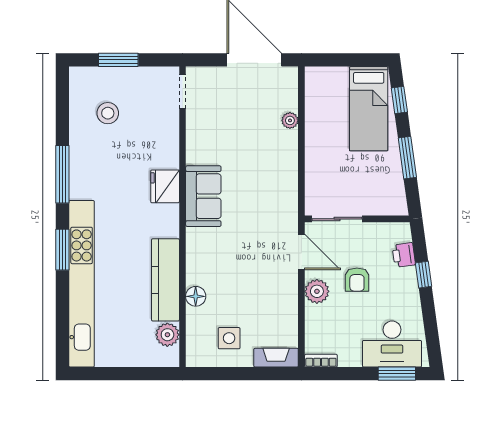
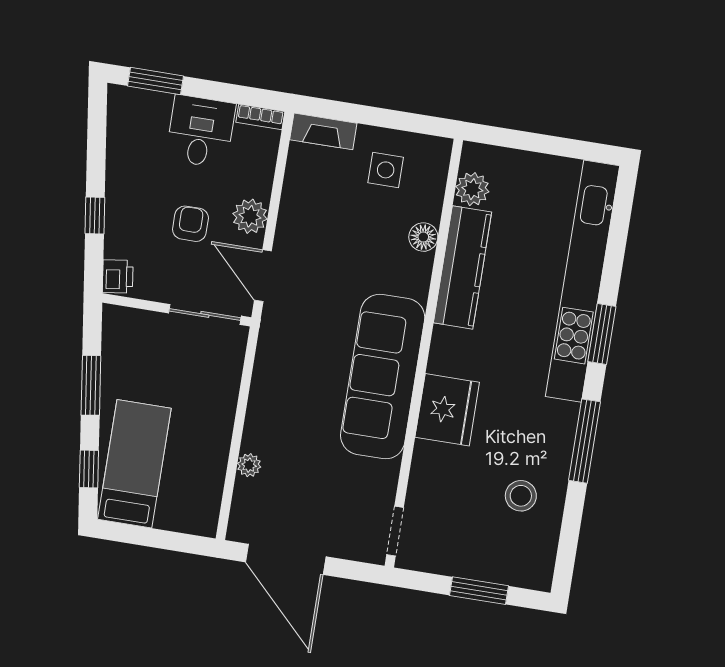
stool: (108, 113) -> (521, 496), moved
fridge: (165, 186) -> (447, 410), width x1.36, depth x1.34
sofa: (203, 196) -> (383, 377), width x1.85, depth x1.27
printer: (404, 255) -> (118, 276), moved
desk: (392, 344) -> (201, 131), moved, width x0.73

